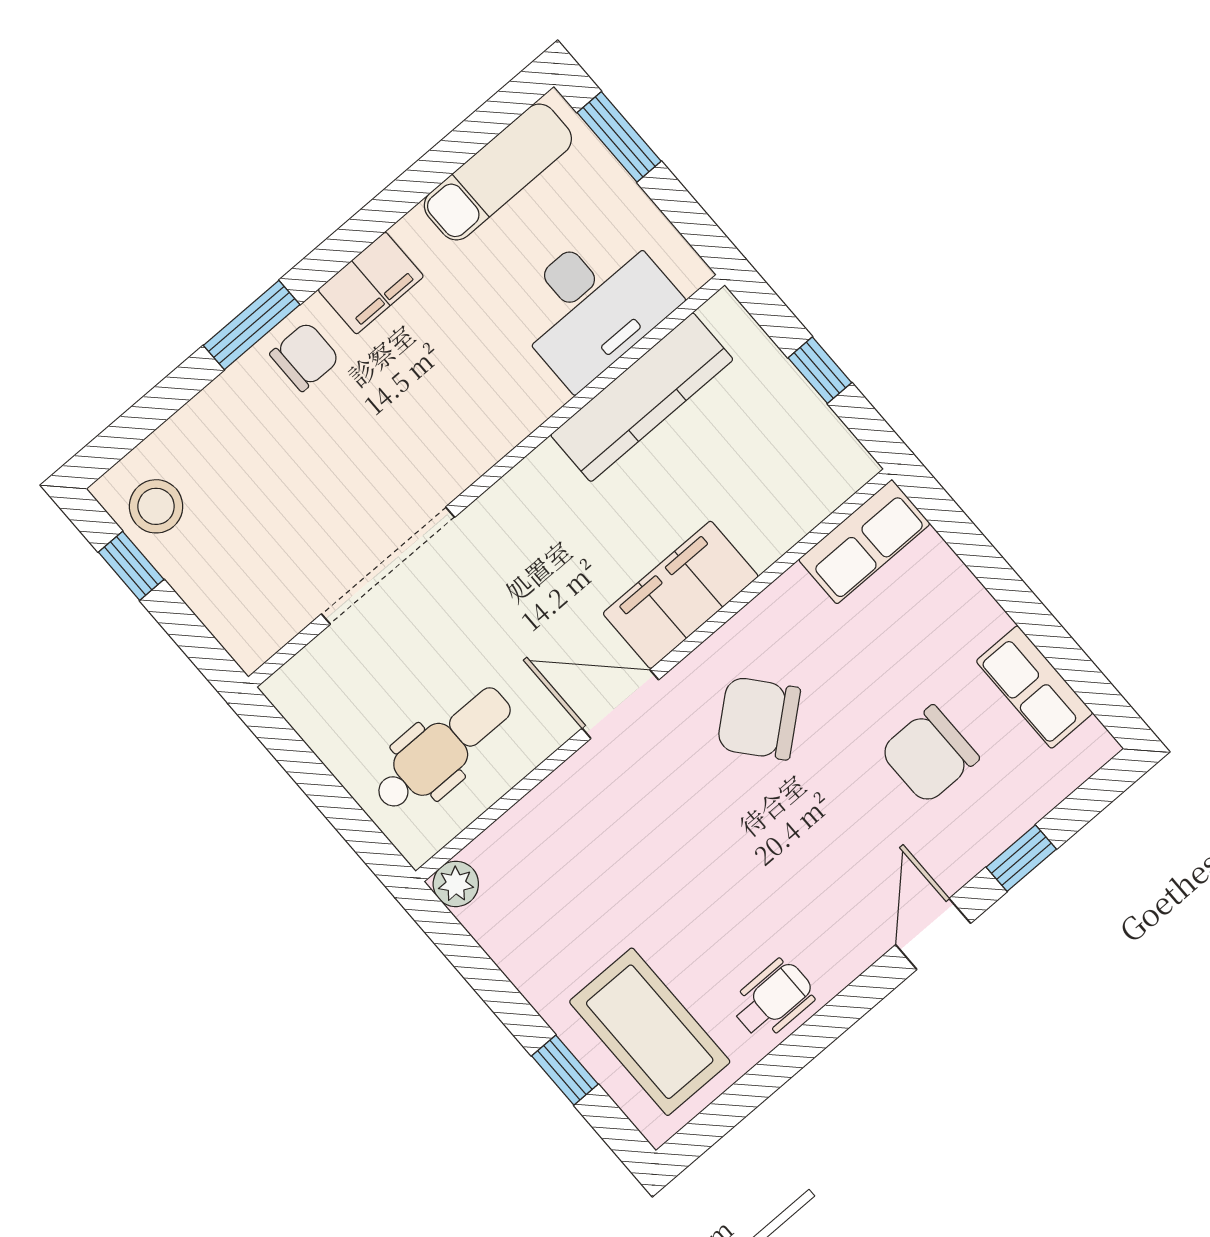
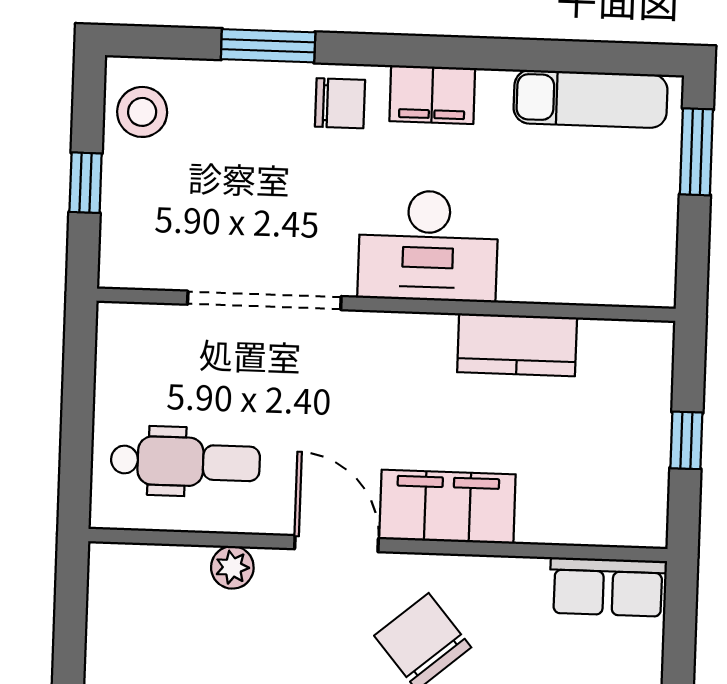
desk: (593, 304) -> (428, 246), moved
window: (252, 325) -> (268, 46), moved
kitchen counter: (642, 397) -> (517, 345), width x0.67
window: (131, 566) -> (86, 183), moved
plant: (456, 884) -> (232, 567), moved

